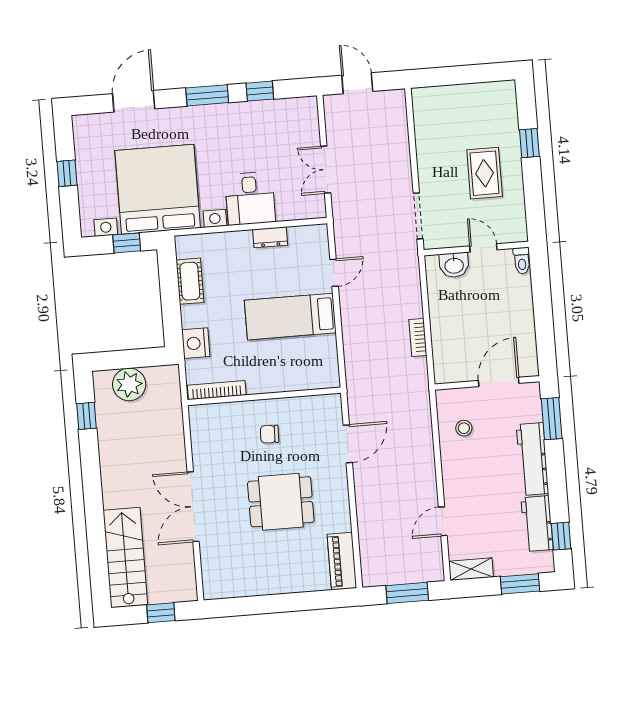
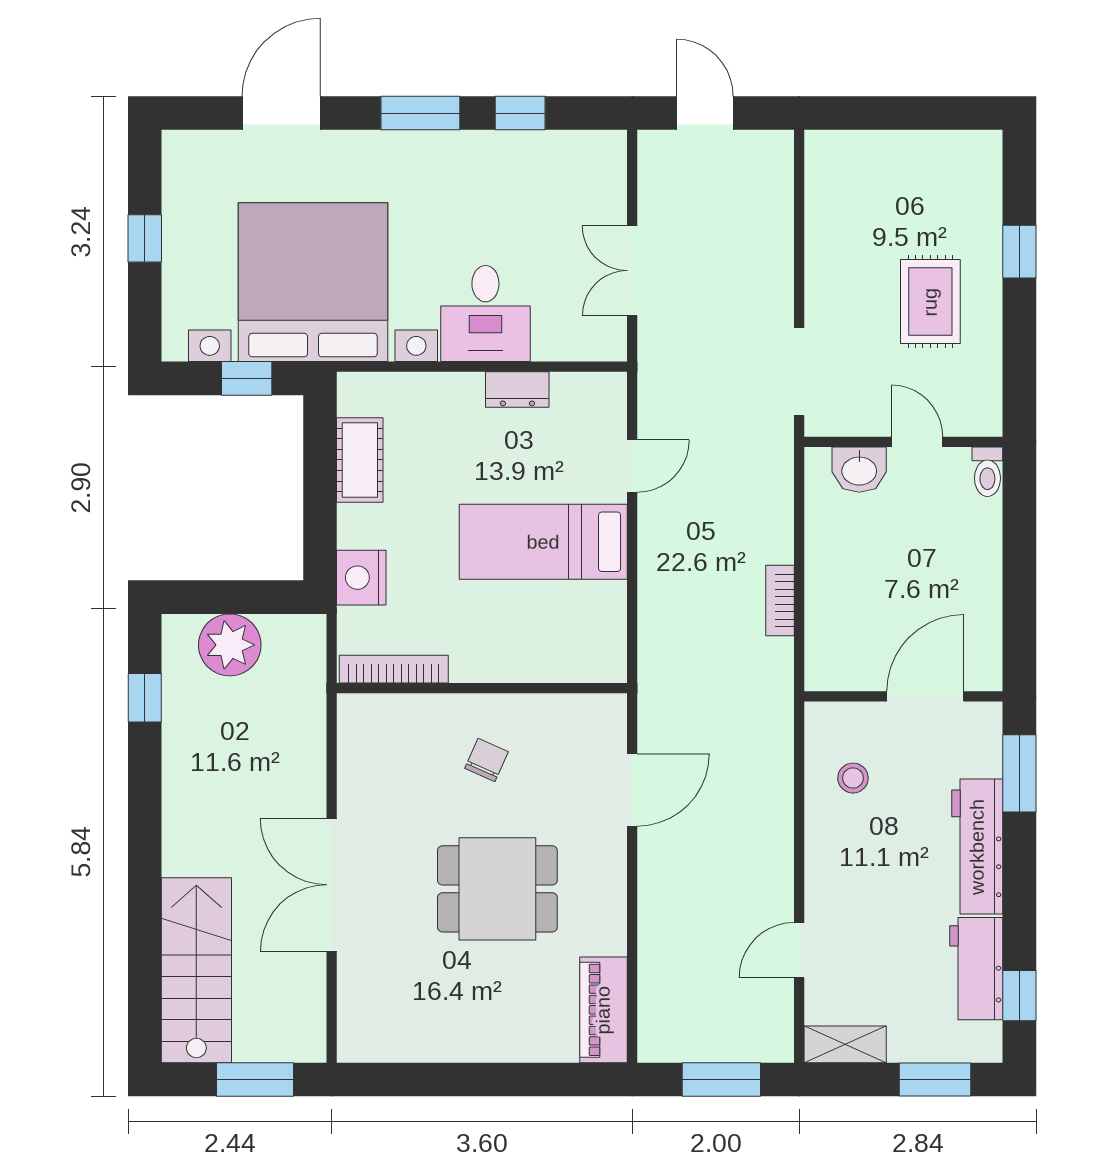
chair: (270, 434) -> (486, 760), turned 112
window: (161, 613) -> (255, 1079), width x1.50

